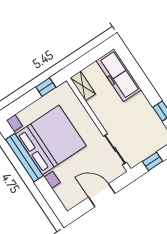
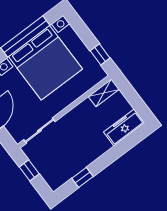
freezer: (119, 75) -> (124, 127), width x0.73, depth x0.79

